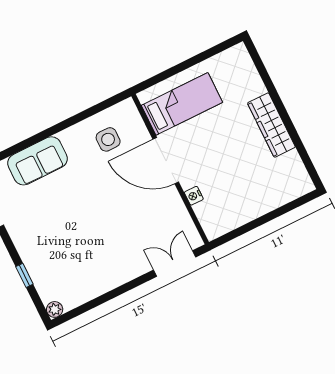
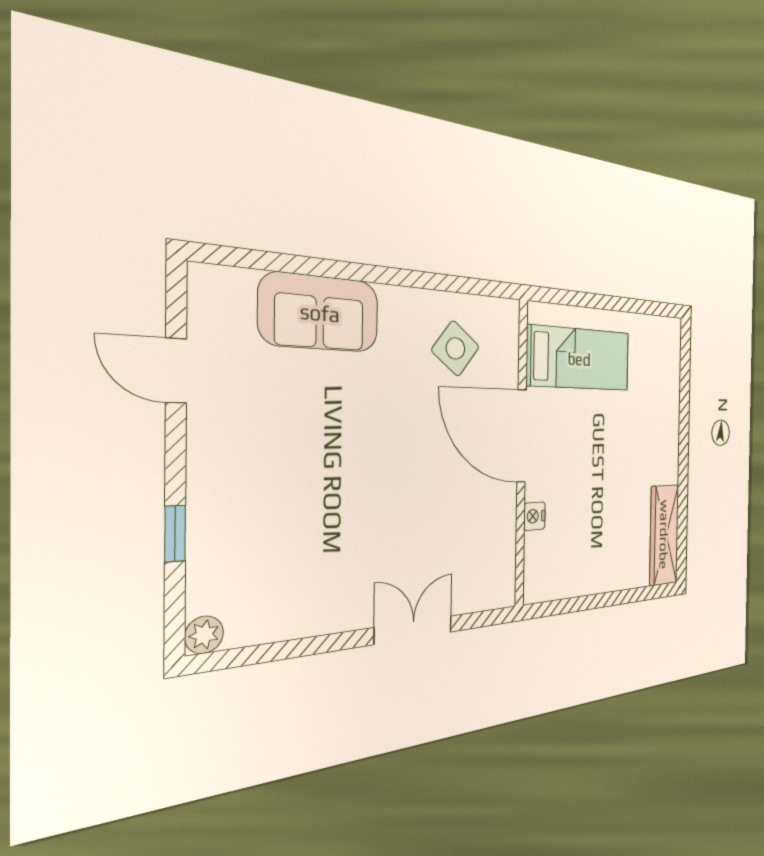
wardrobe: (271, 125) -> (664, 535), moved
side table: (108, 139) -> (455, 348), turned 38
double door: (175, 263) -> (414, 630), moved

